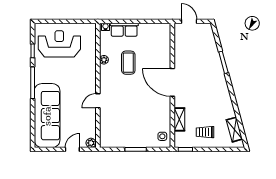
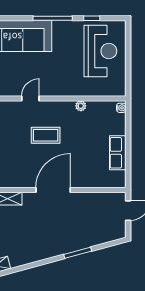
row of seats: (124, 30) -> (118, 153), moved
coffee table: (128, 63) -> (46, 135), moved
door: (98, 101) -> (30, 98), hinge flipped

